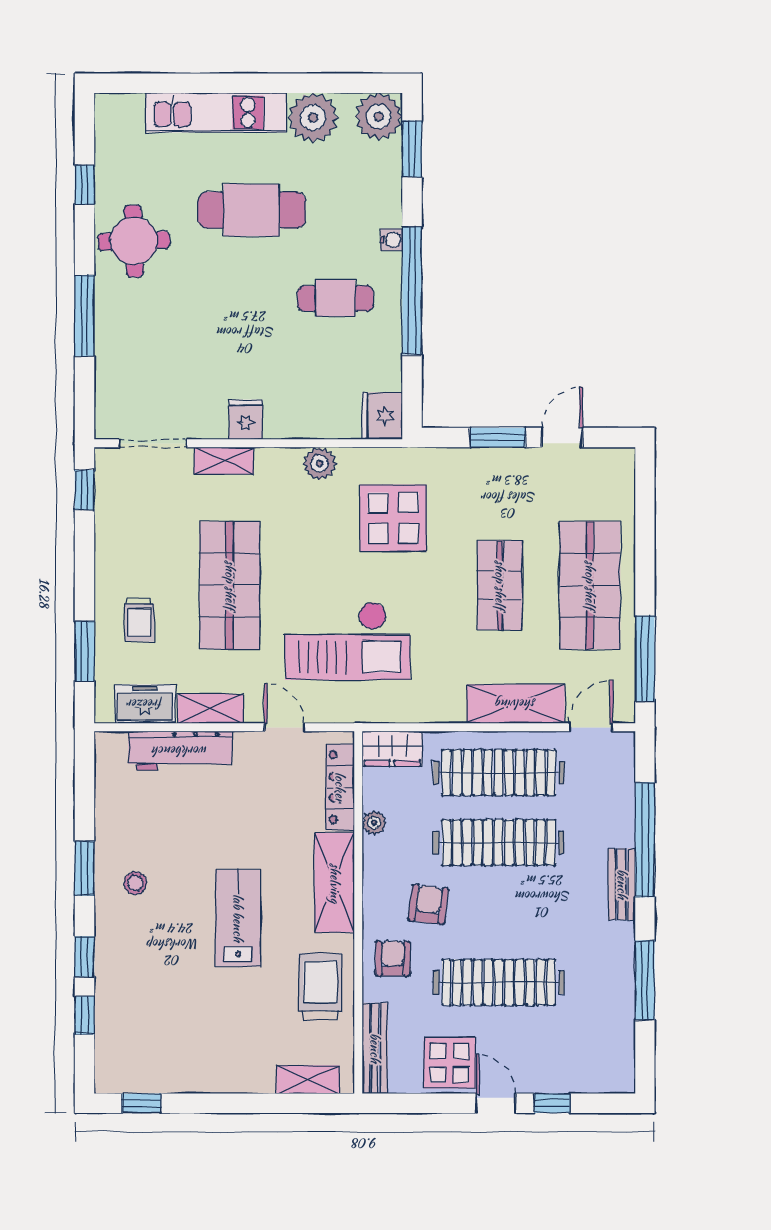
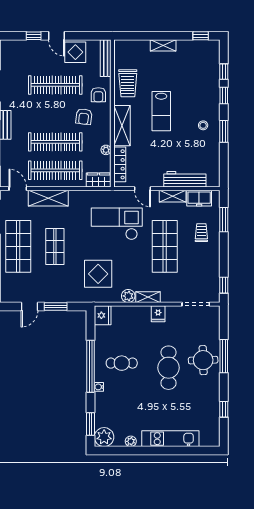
plant: (313, 118) -> (131, 441), width x0.53, depth x0.53
cafe table: (252, 210) -> (169, 368), moved, turned 90
round table: (134, 241) -> (203, 360), moved
shelving: (224, 461) -> (148, 297), moved
door: (591, 727) -> (18, 189), swing flipped
shelving: (308, 1080) -> (163, 45), moved

